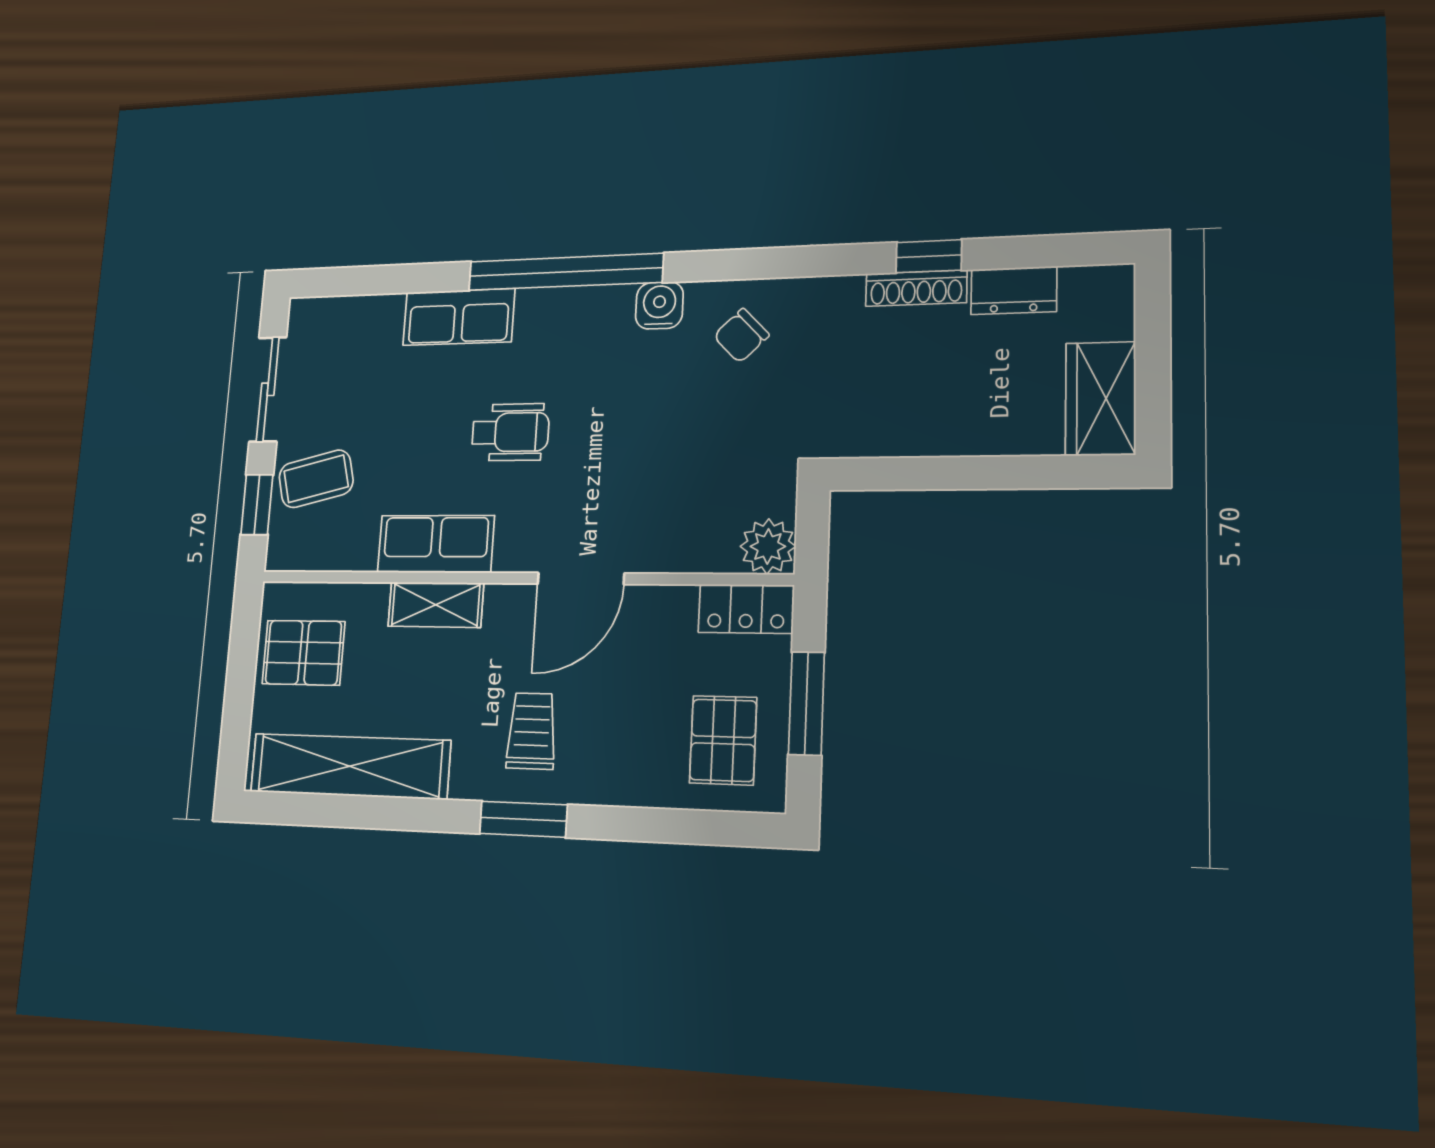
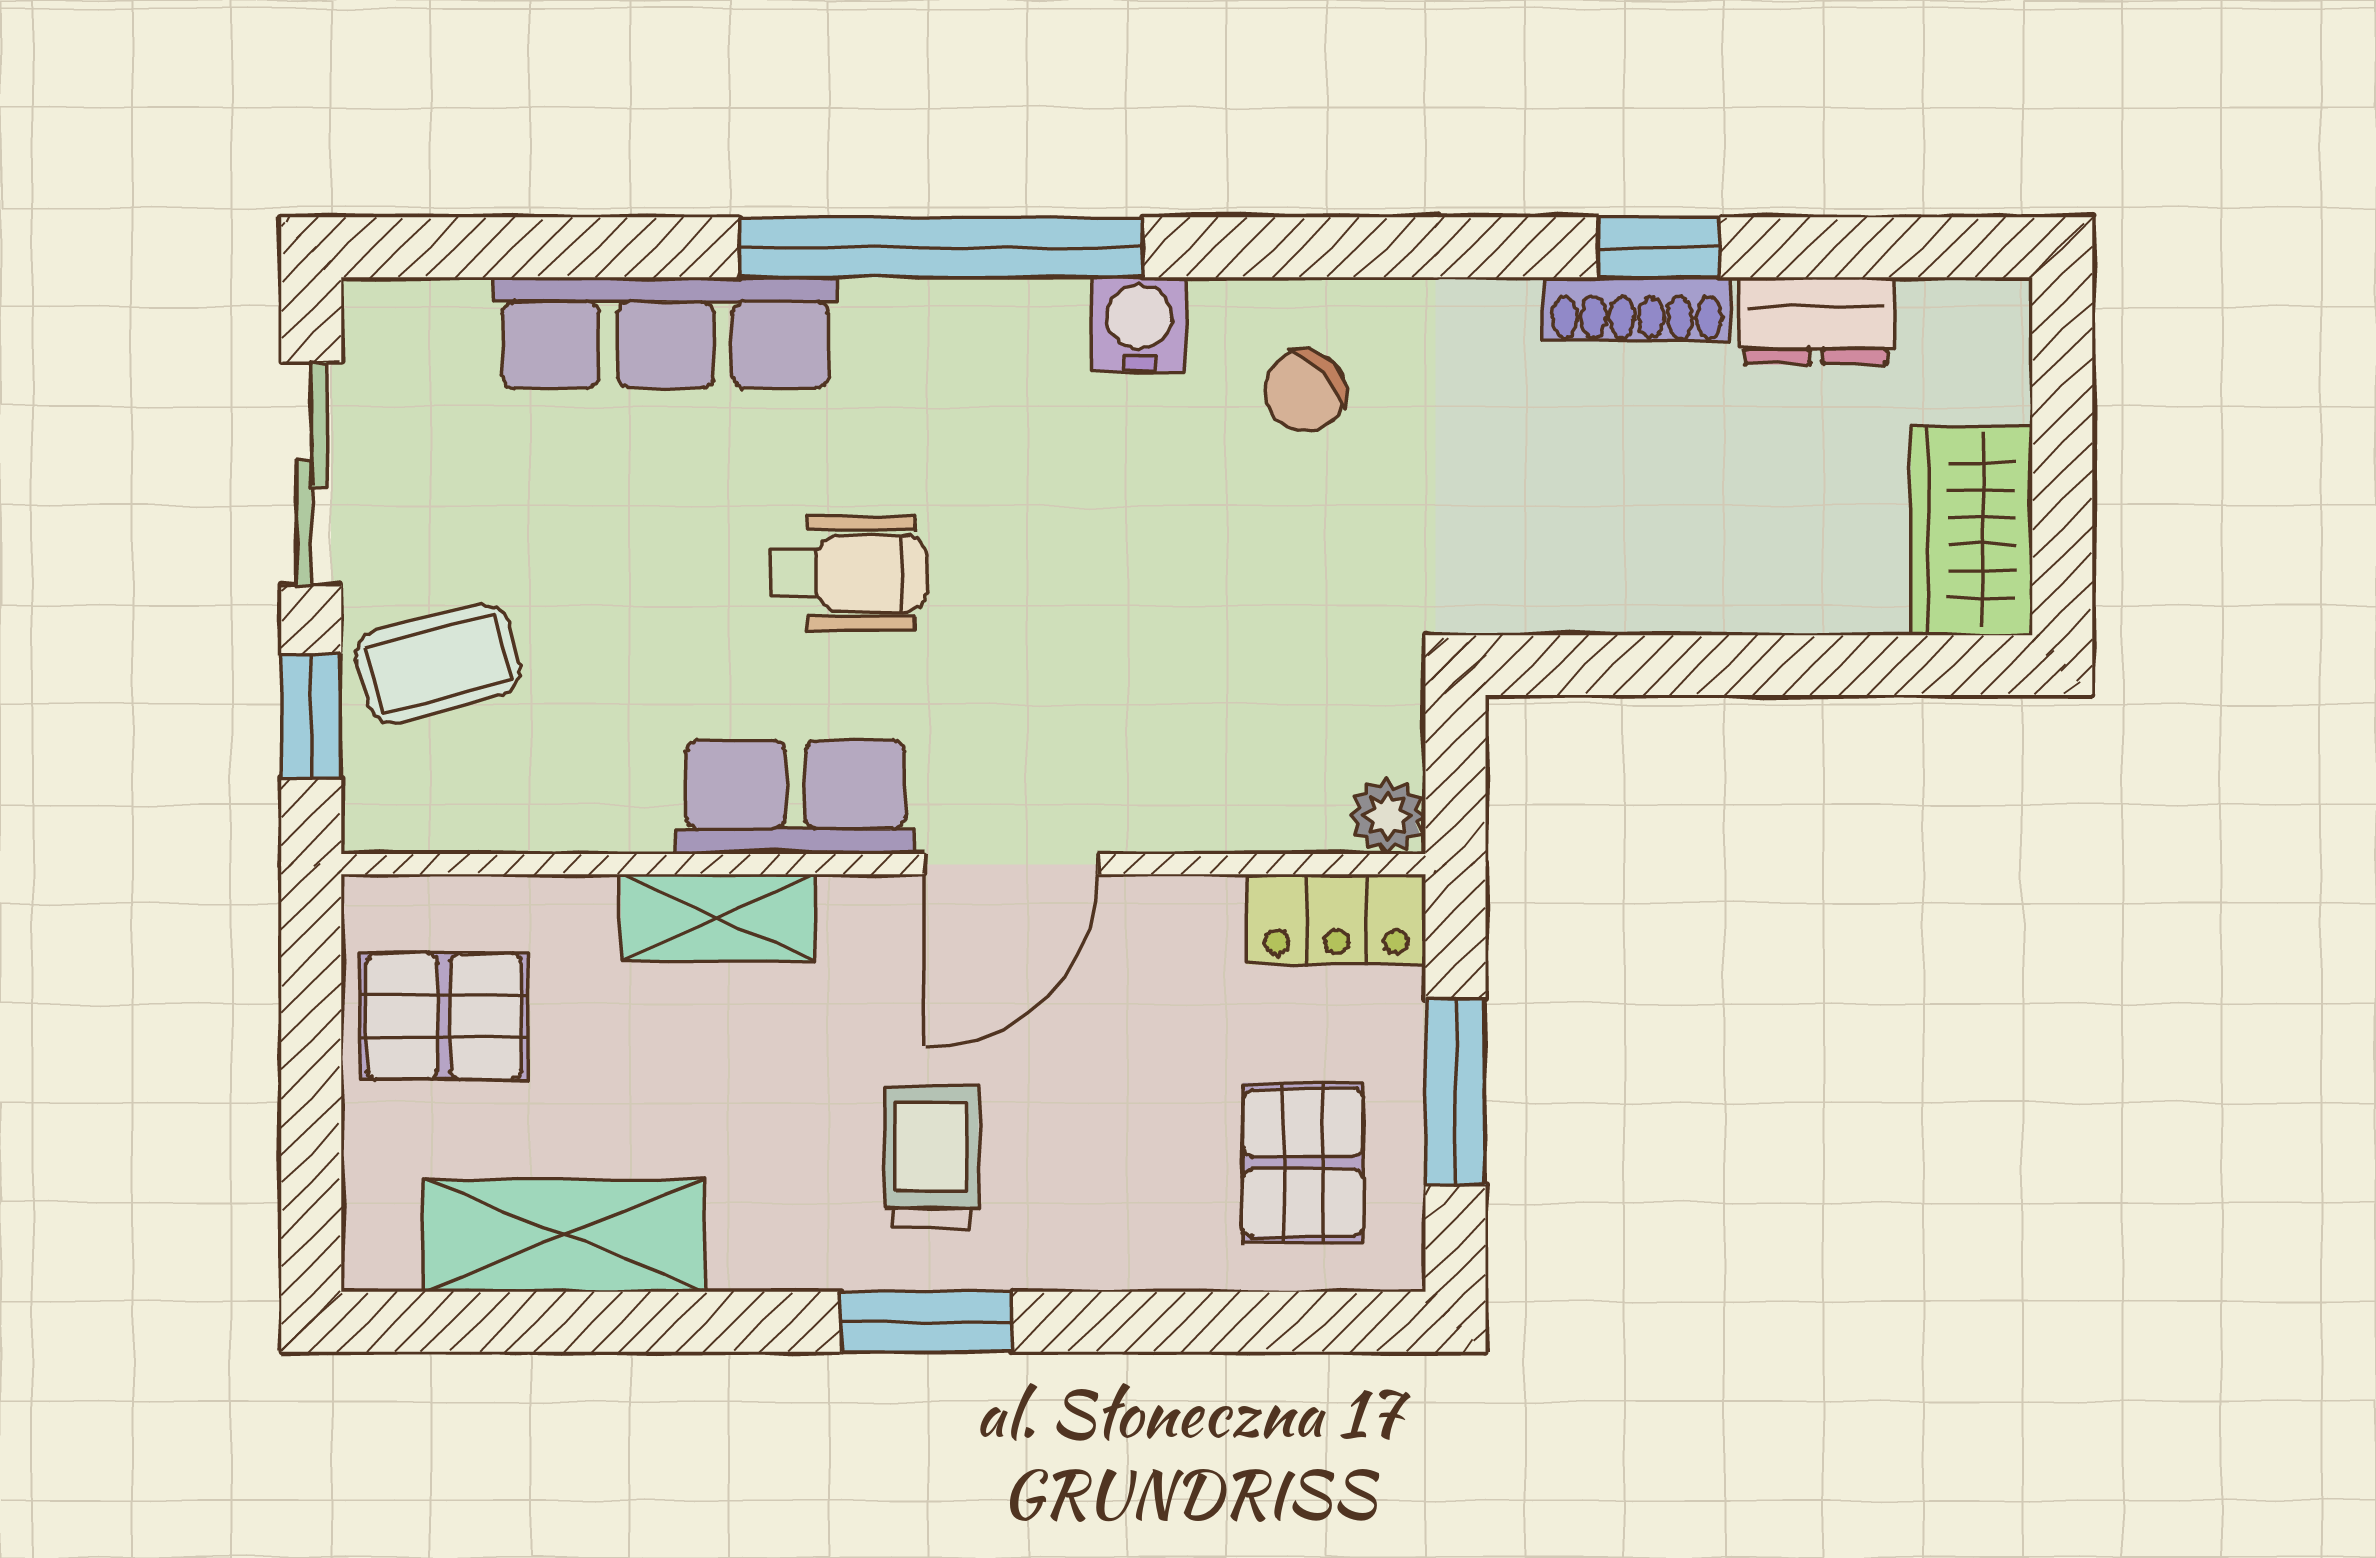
row of seats: (459, 317) -> (666, 333), width x1.48
row of seats: (436, 544) -> (795, 797), moved
plant: (768, 546) -> (1387, 816), width x0.73, depth x0.73
shelving: (350, 766) -> (563, 1236), width x0.68

